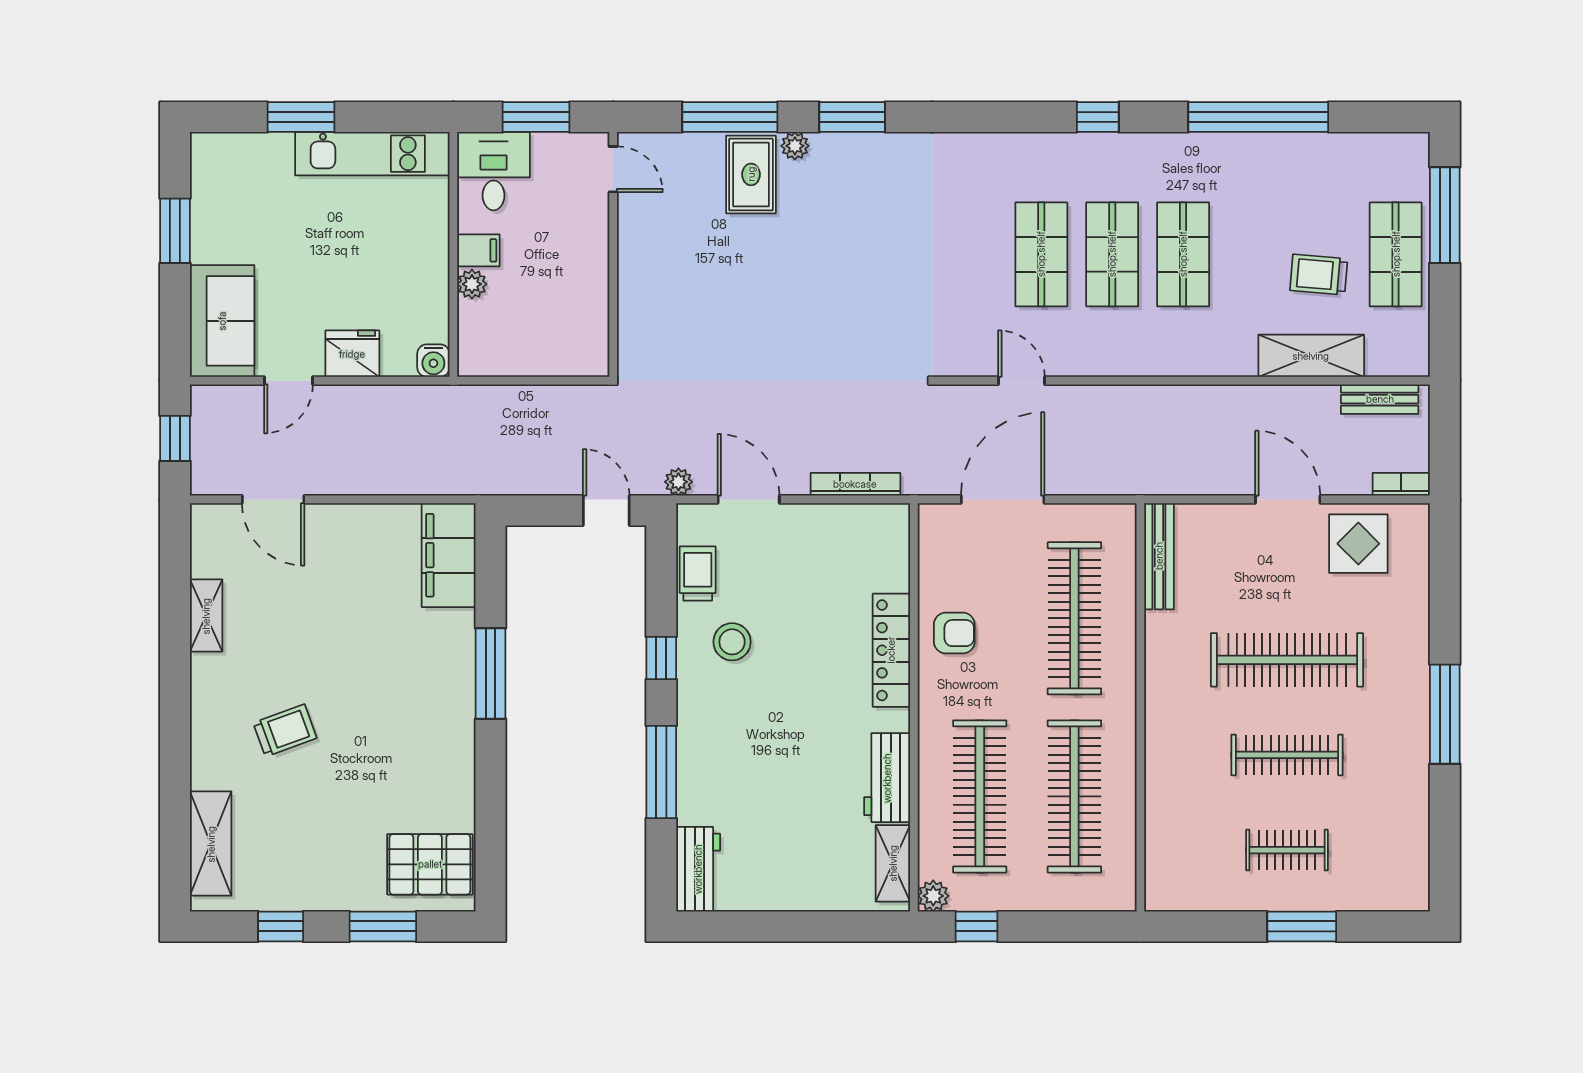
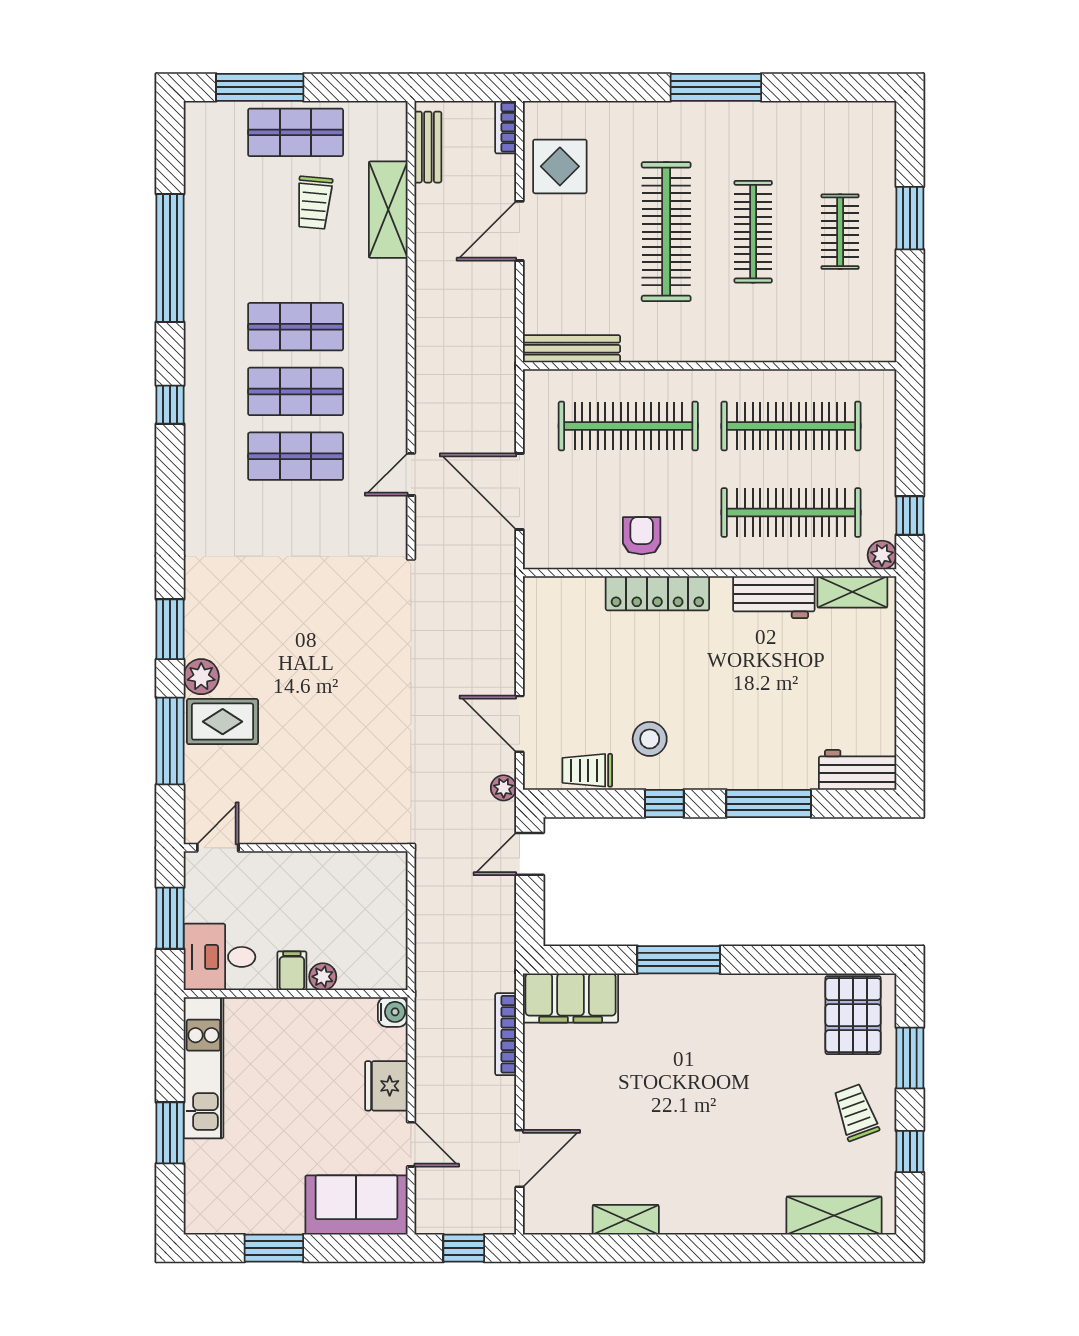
plant: (795, 146) -> (201, 677), width x1.38, depth x1.38
bookcase: (855, 484) -> (506, 1034), moved
door: (749, 499) -> (520, 724), hinge flipped
trolley: (285, 730) -> (856, 1112), moved

